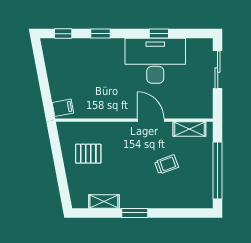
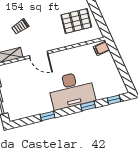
desk: (155, 61) -> (71, 90), moved
pallet: (88, 154) -> (76, 21), width x1.50, depth x1.42

